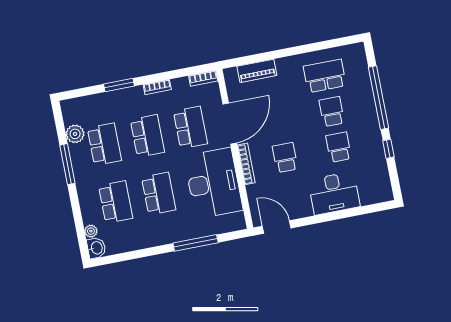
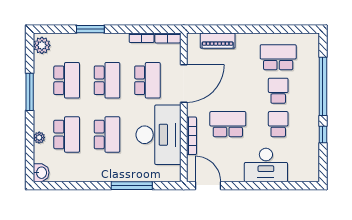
bookcase: (157, 87) -> (142, 38), moved
plant: (75, 134) -> (42, 45), moved
school desk: (285, 158) -> (228, 124), width x1.85
bookcase: (246, 164) -> (192, 136), moved
plant: (91, 231) -> (39, 138), moved

